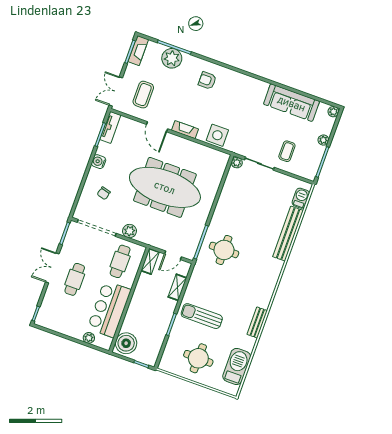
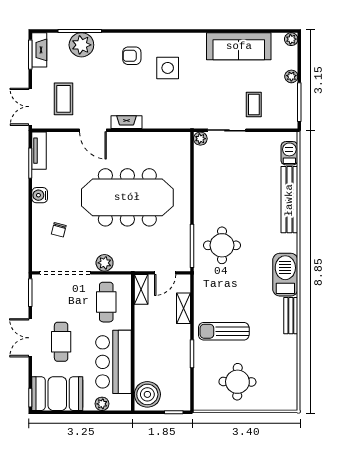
side table: (217, 135) -> (168, 68), moved
booth: (57, 318) -> (57, 394), added
barbecue: (237, 366) -> (285, 275), moved

